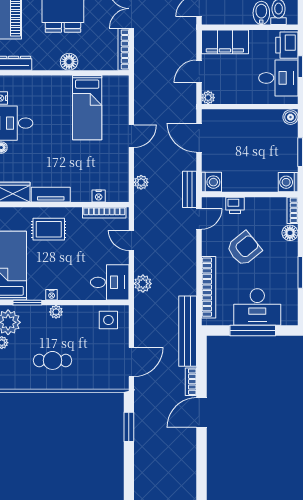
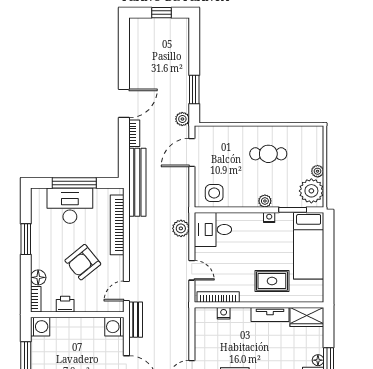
plant: (141, 182) -> (182, 119), moved
printer: (235, 205) -> (65, 304), moved

